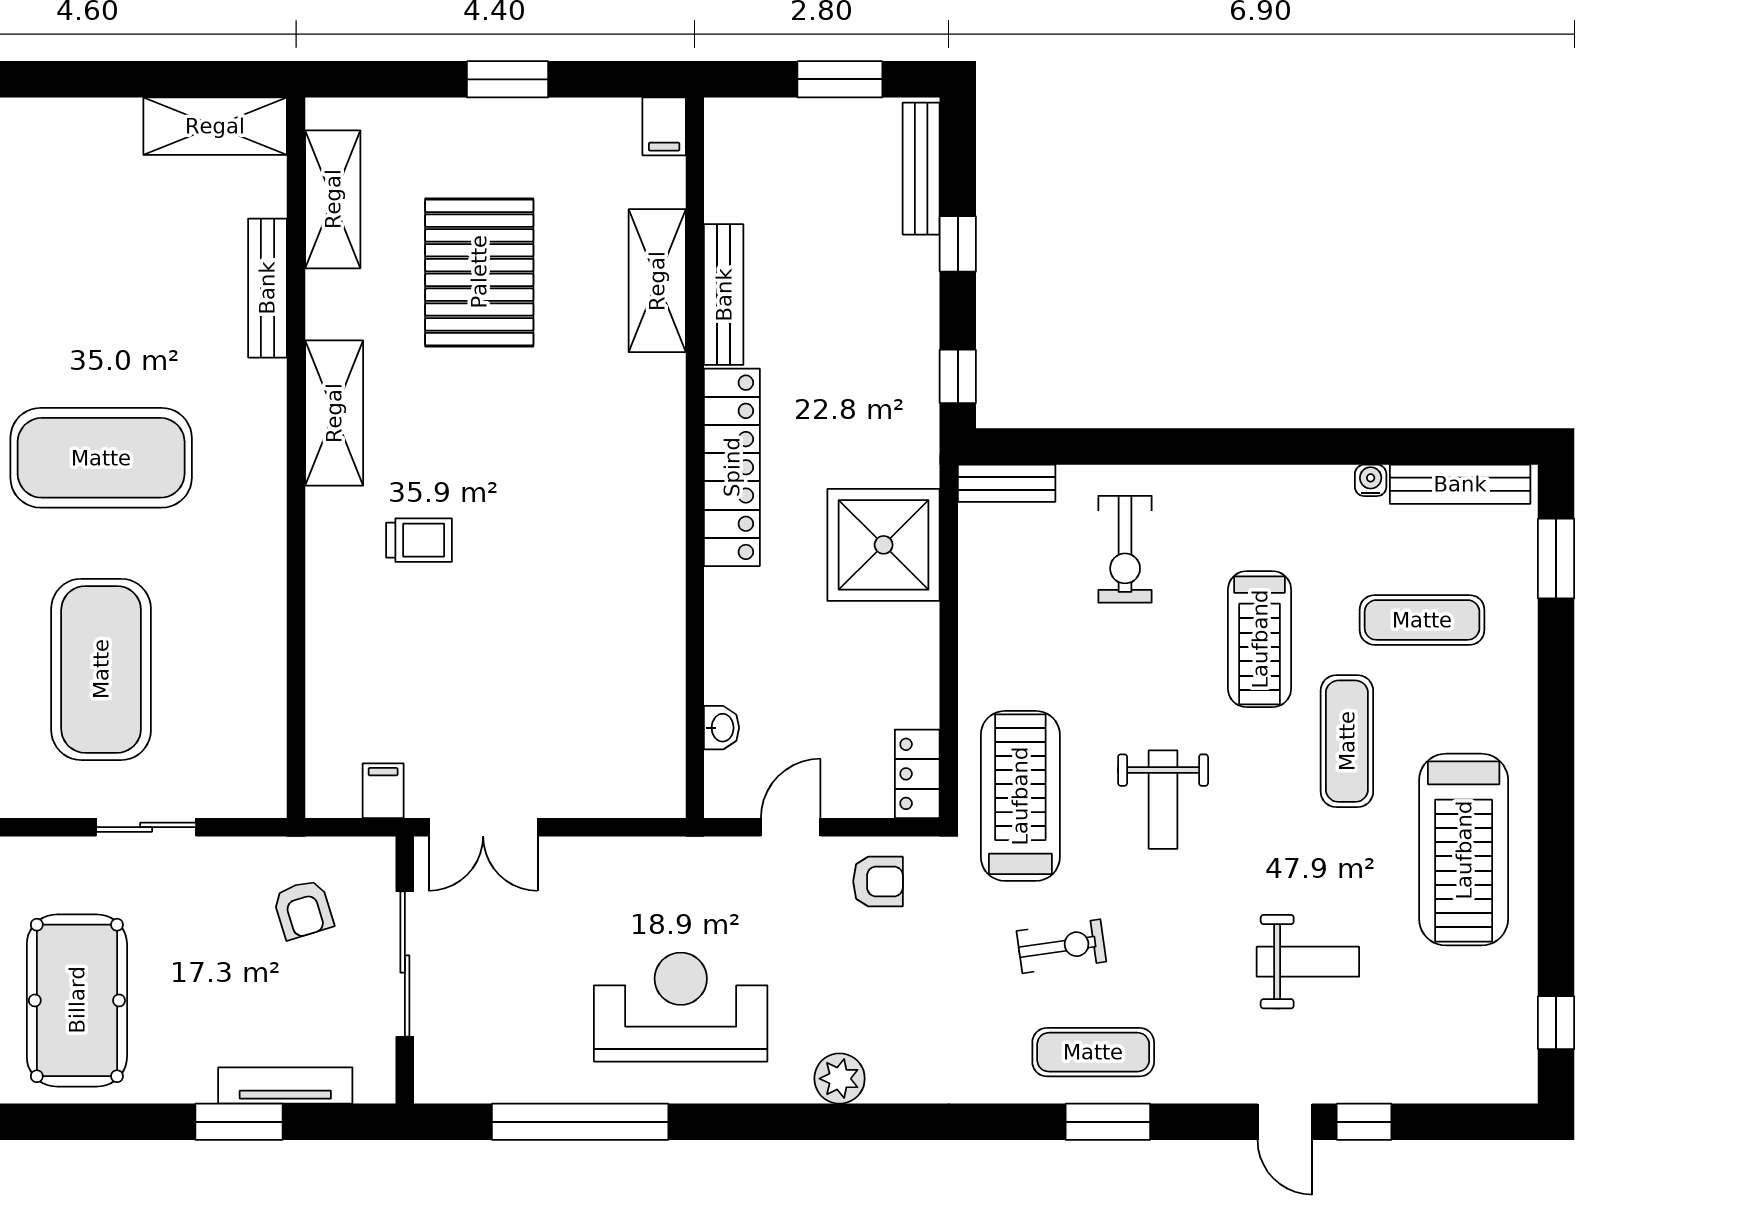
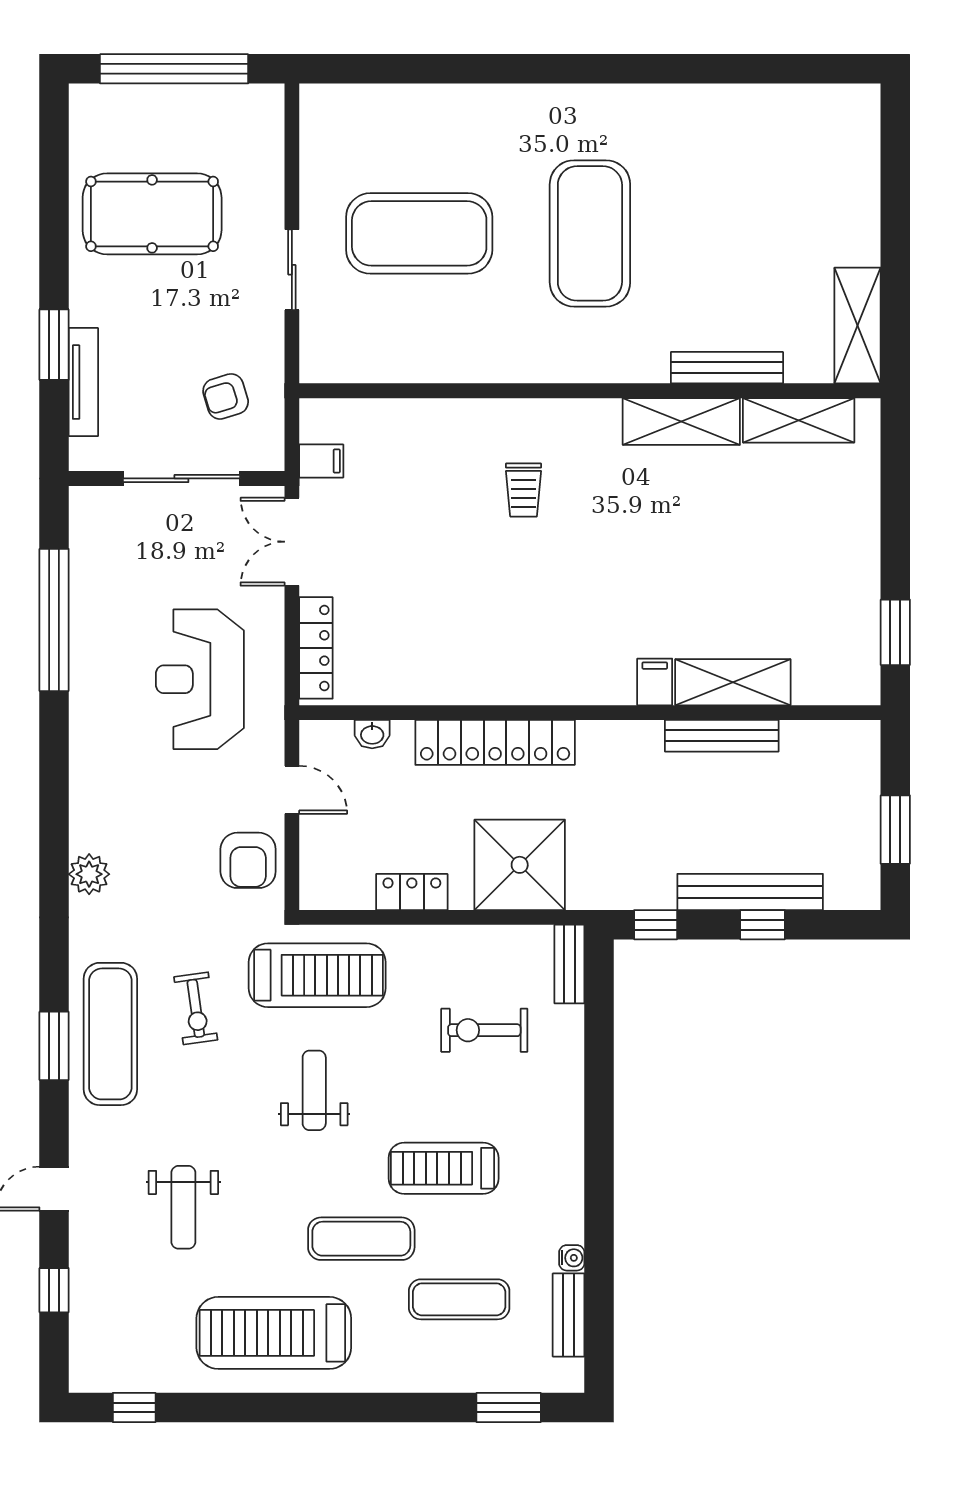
window: (508, 79) -> (895, 632), moved
filing cabinet: (664, 126) -> (655, 682), moved, turned 90
bench: (921, 169) -> (750, 892), moved, width x1.37, depth x1.21
pallet: (479, 272) -> (740, 539), removed
shelving: (334, 413) -> (681, 421), moved
locker: (732, 467) -> (495, 742), moved
bench: (1460, 484) -> (569, 1315), width x0.73
exercise bike: (1125, 549) -> (484, 1030), moved
exercise mat: (1422, 620) -> (459, 1299), turned 90
locker: (917, 774) -> (412, 892), moved
locker: (615, 797) -> (316, 648), added
weight bench: (1163, 800) -> (314, 1090), turned 90
armchair: (878, 881) -> (248, 860), width x1.38, depth x1.38
reception desk: (681, 1007) -> (200, 679), moved, turned 180
exercise mat: (1093, 1052) -> (110, 1034), width x1.36, depth x1.45
plant: (840, 1079) -> (89, 874), moved
window: (1364, 1122) -> (54, 1290), moved

